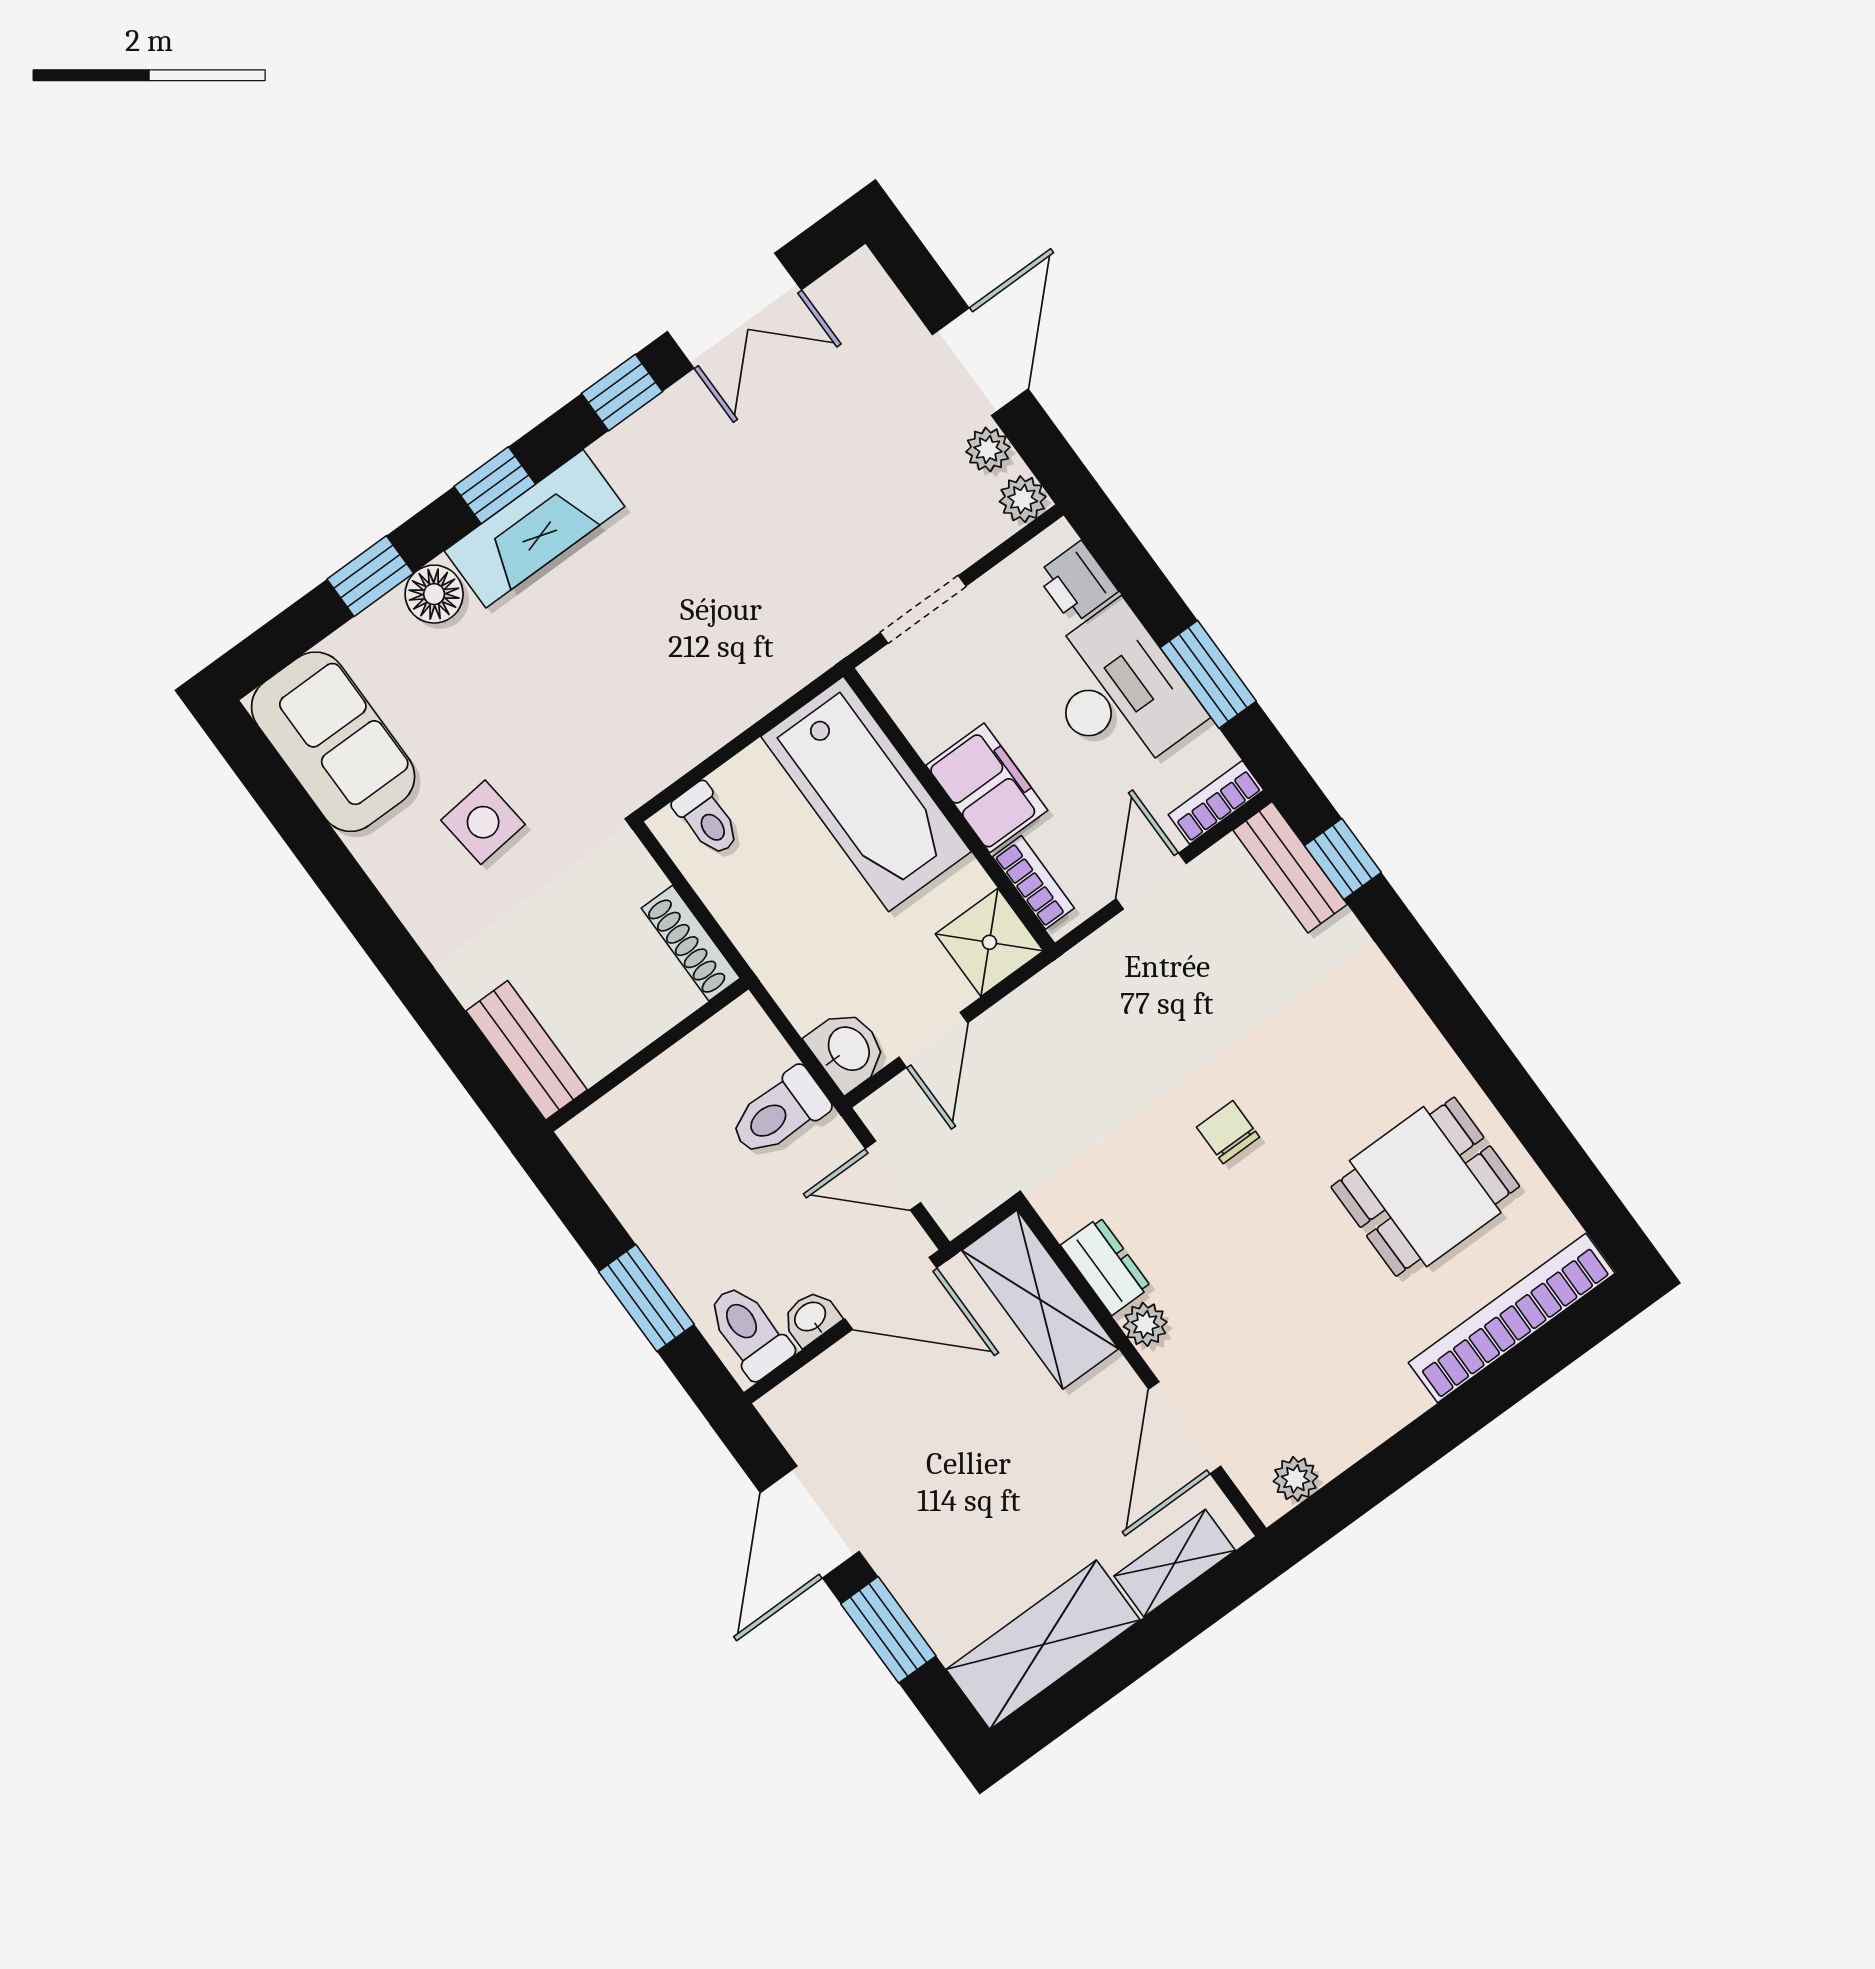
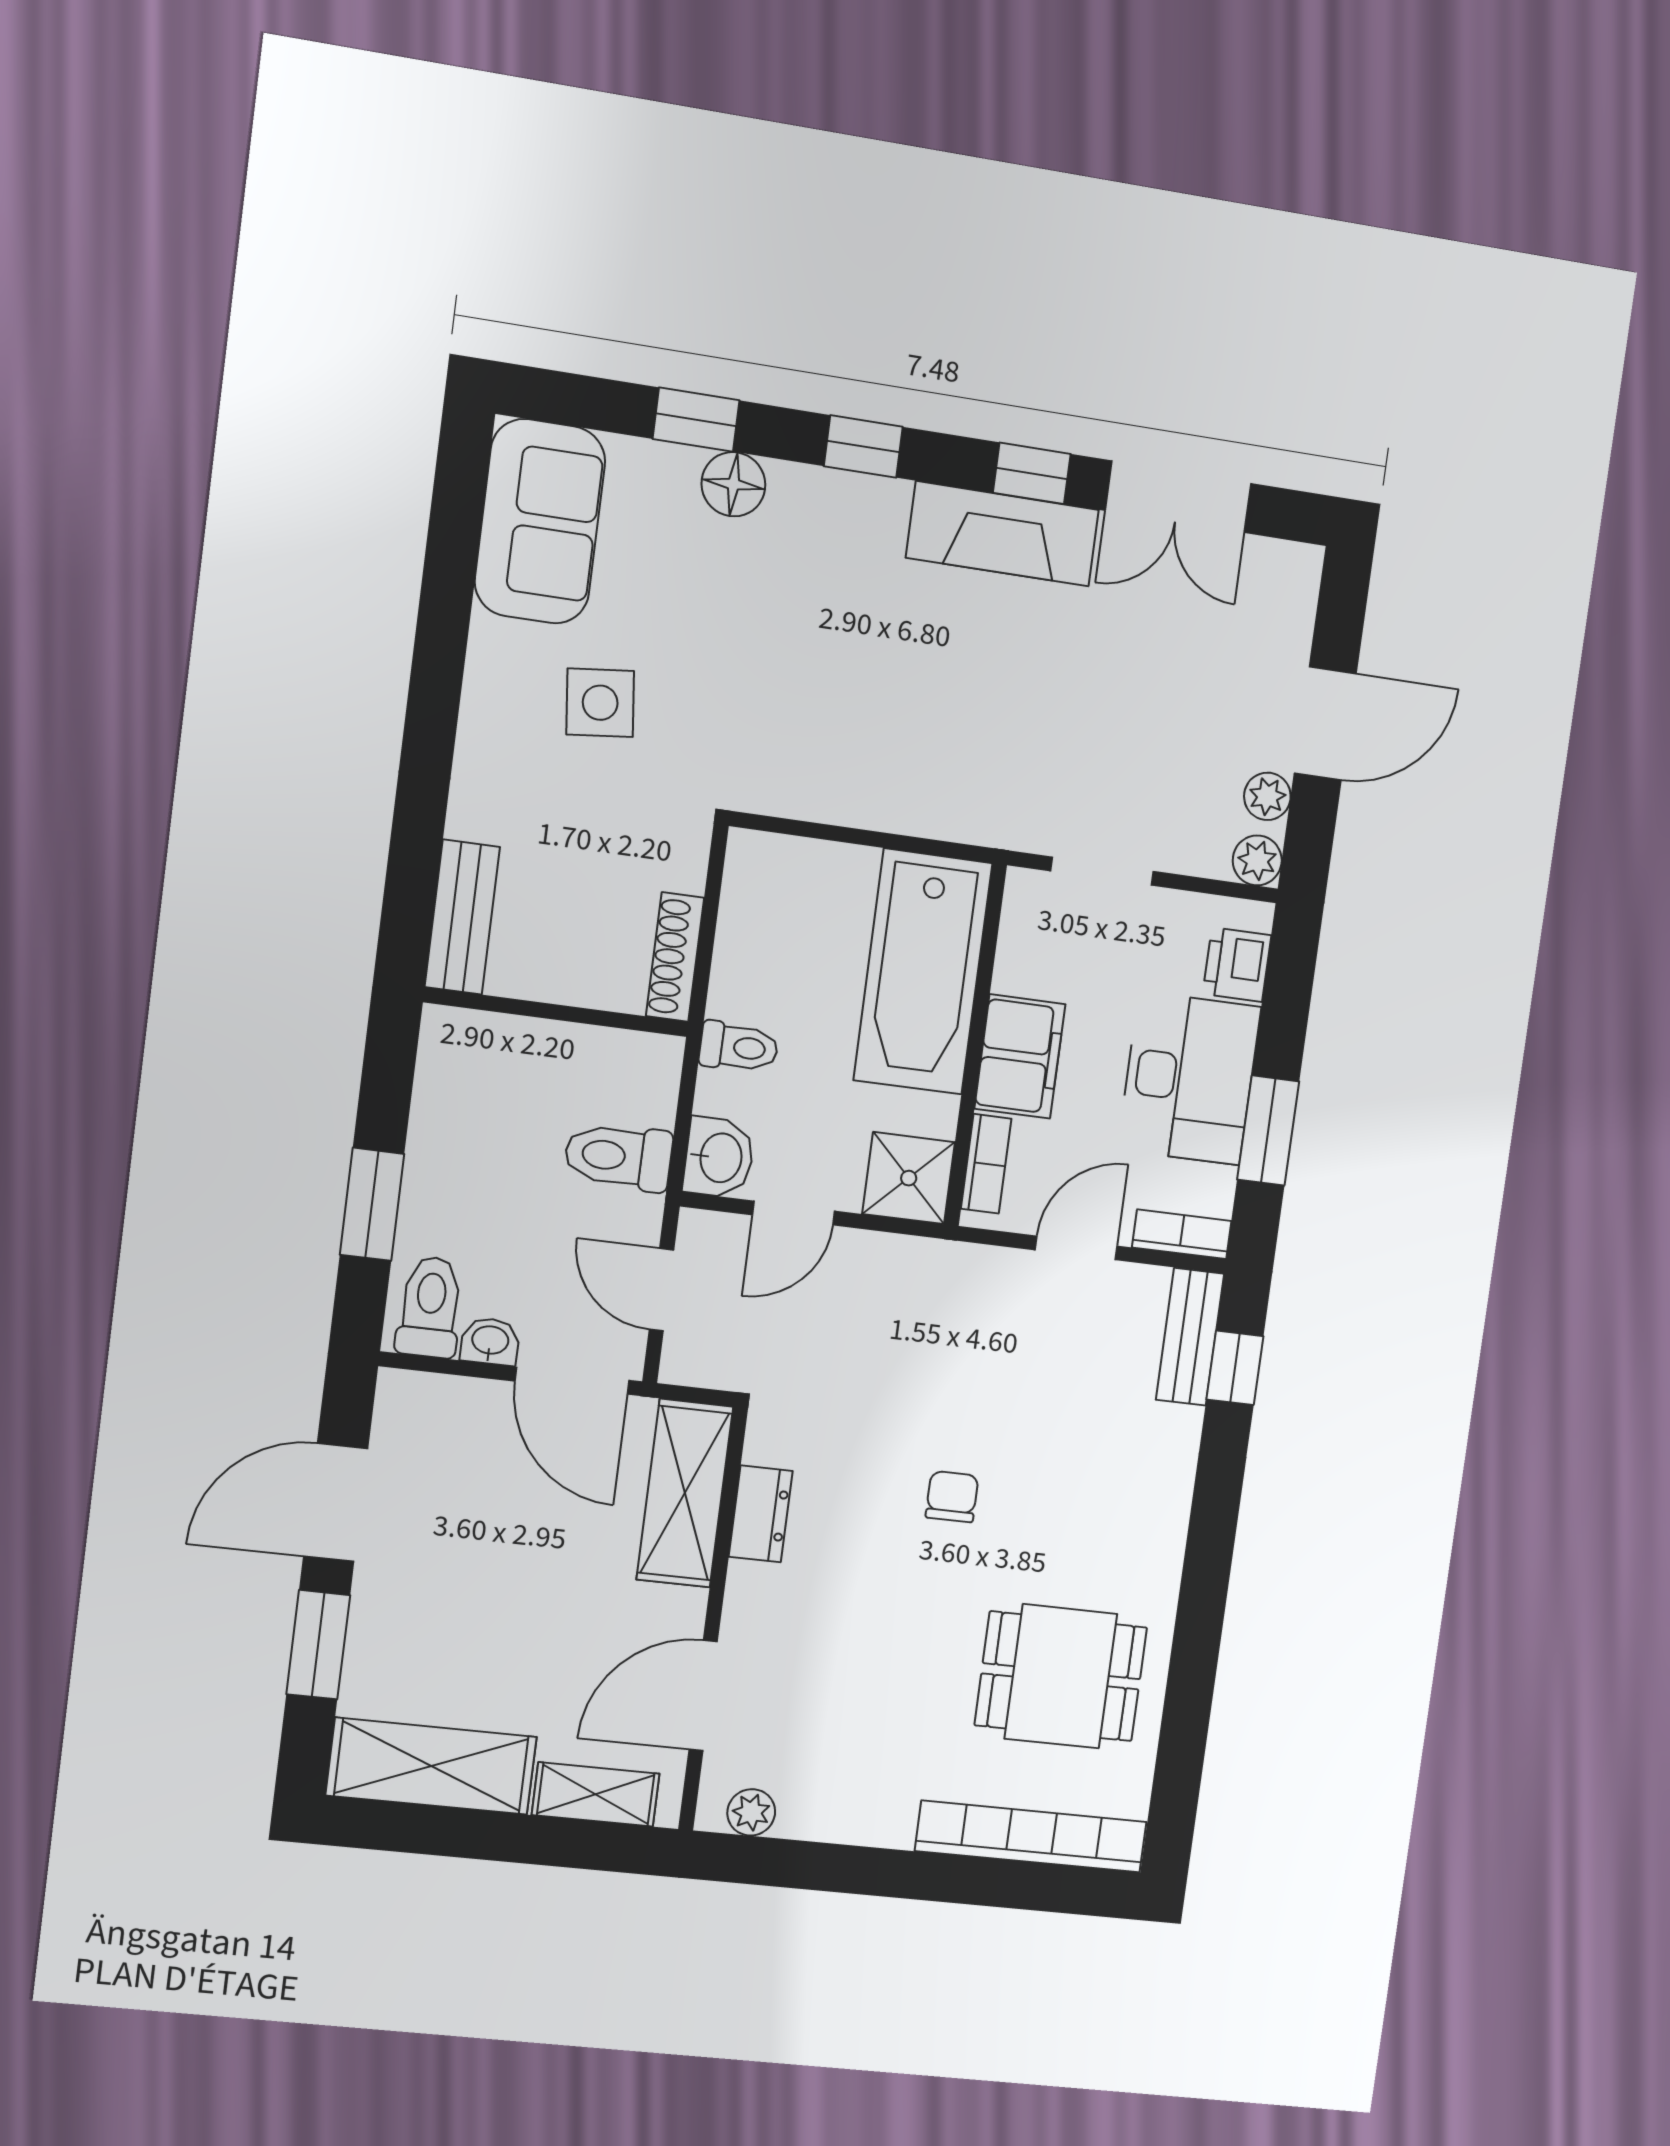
fireplace: (535, 529) -> (1003, 534), moved
toilet: (707, 819) -> (739, 1047), moved, turned -90
plant: (1145, 1324) -> (748, 1587), removed

